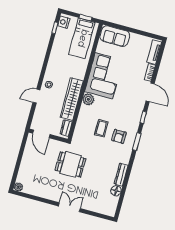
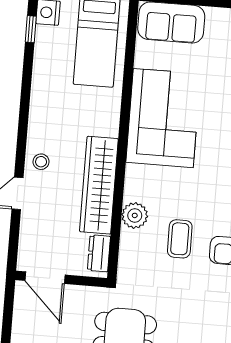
plant: (88, 99) -> (135, 215), moved

